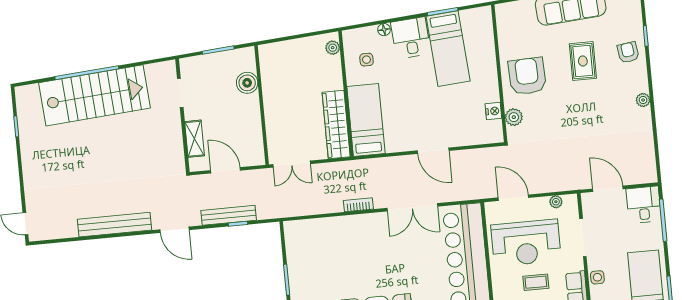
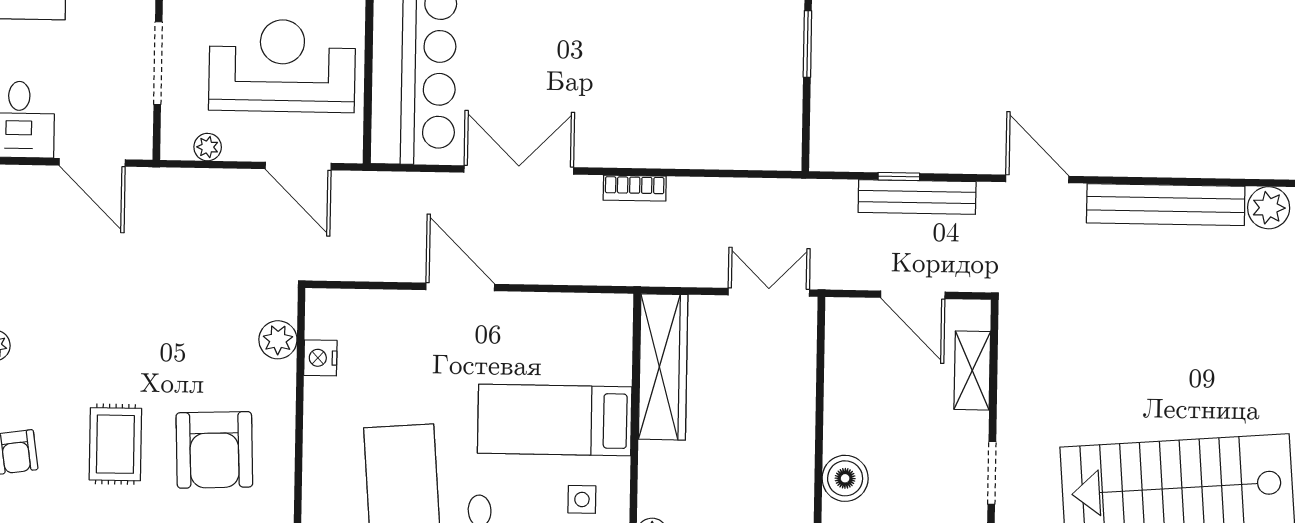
armchair: (527, 76) -> (214, 450), moved
bed: (366, 120) -> (555, 420), moved, turned 90
plant: (67, 228) -> (1269, 208), added

